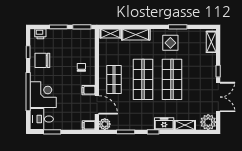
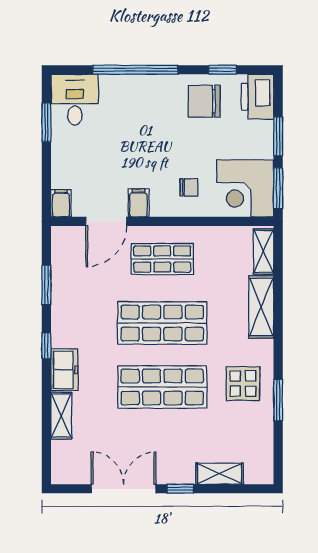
printer: (40, 34) -> (258, 97), width x1.87, depth x1.48
shelving: (211, 42) -> (220, 474), moved
chair: (42, 60) -> (204, 101), turned -90
corner desk: (43, 95) -> (245, 188), moved, turned 90
double door: (218, 97) -> (123, 489), swing flipped
plant: (208, 122) -> (68, 467), removed
plant: (105, 124) -> (64, 239), removed

